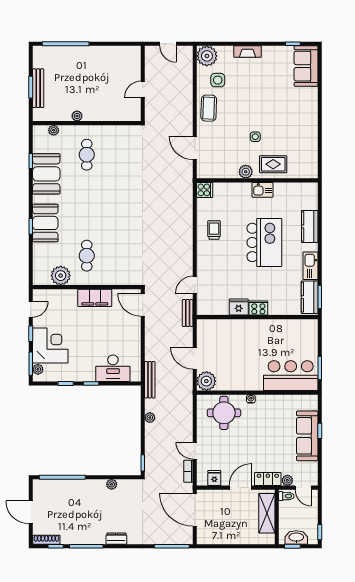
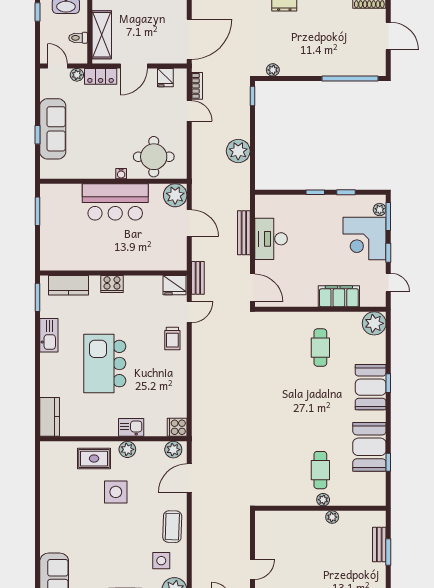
bench: (38, 88) -> (379, 544), width x0.73
door: (143, 89) -> (252, 569), moved
plant: (54, 130) -> (323, 500), moved
side table: (255, 137) -> (116, 492), width x1.87, depth x1.87
door: (195, 148) -> (189, 478), swing flipped
plant: (208, 172) -> (173, 450), added
kitchen sink: (262, 190) -> (131, 427), moved
kitchen counter: (310, 226) -> (50, 417), moved
trolley: (214, 230) -> (172, 338), moved
plant: (61, 276) -> (374, 323), moved
kitchen counter: (310, 297) -> (69, 285), moved, turned 90
filing cabinet: (95, 298) -> (339, 296), moved
fridge: (239, 307) -> (174, 285), moved
door: (31, 309) -> (388, 282), swing flipped
desk: (113, 368) -> (271, 239), moved, turned -90
bar counter: (291, 376) -> (115, 202), moved
bench: (150, 380) -> (244, 233), moved
plant: (150, 418) -> (238, 151), width x1.87, depth x1.87
plant: (112, 484) -> (273, 70), moved
toilet: (286, 496) -> (78, 38), moved
door: (195, 510) -> (189, 39), hinge flipped

